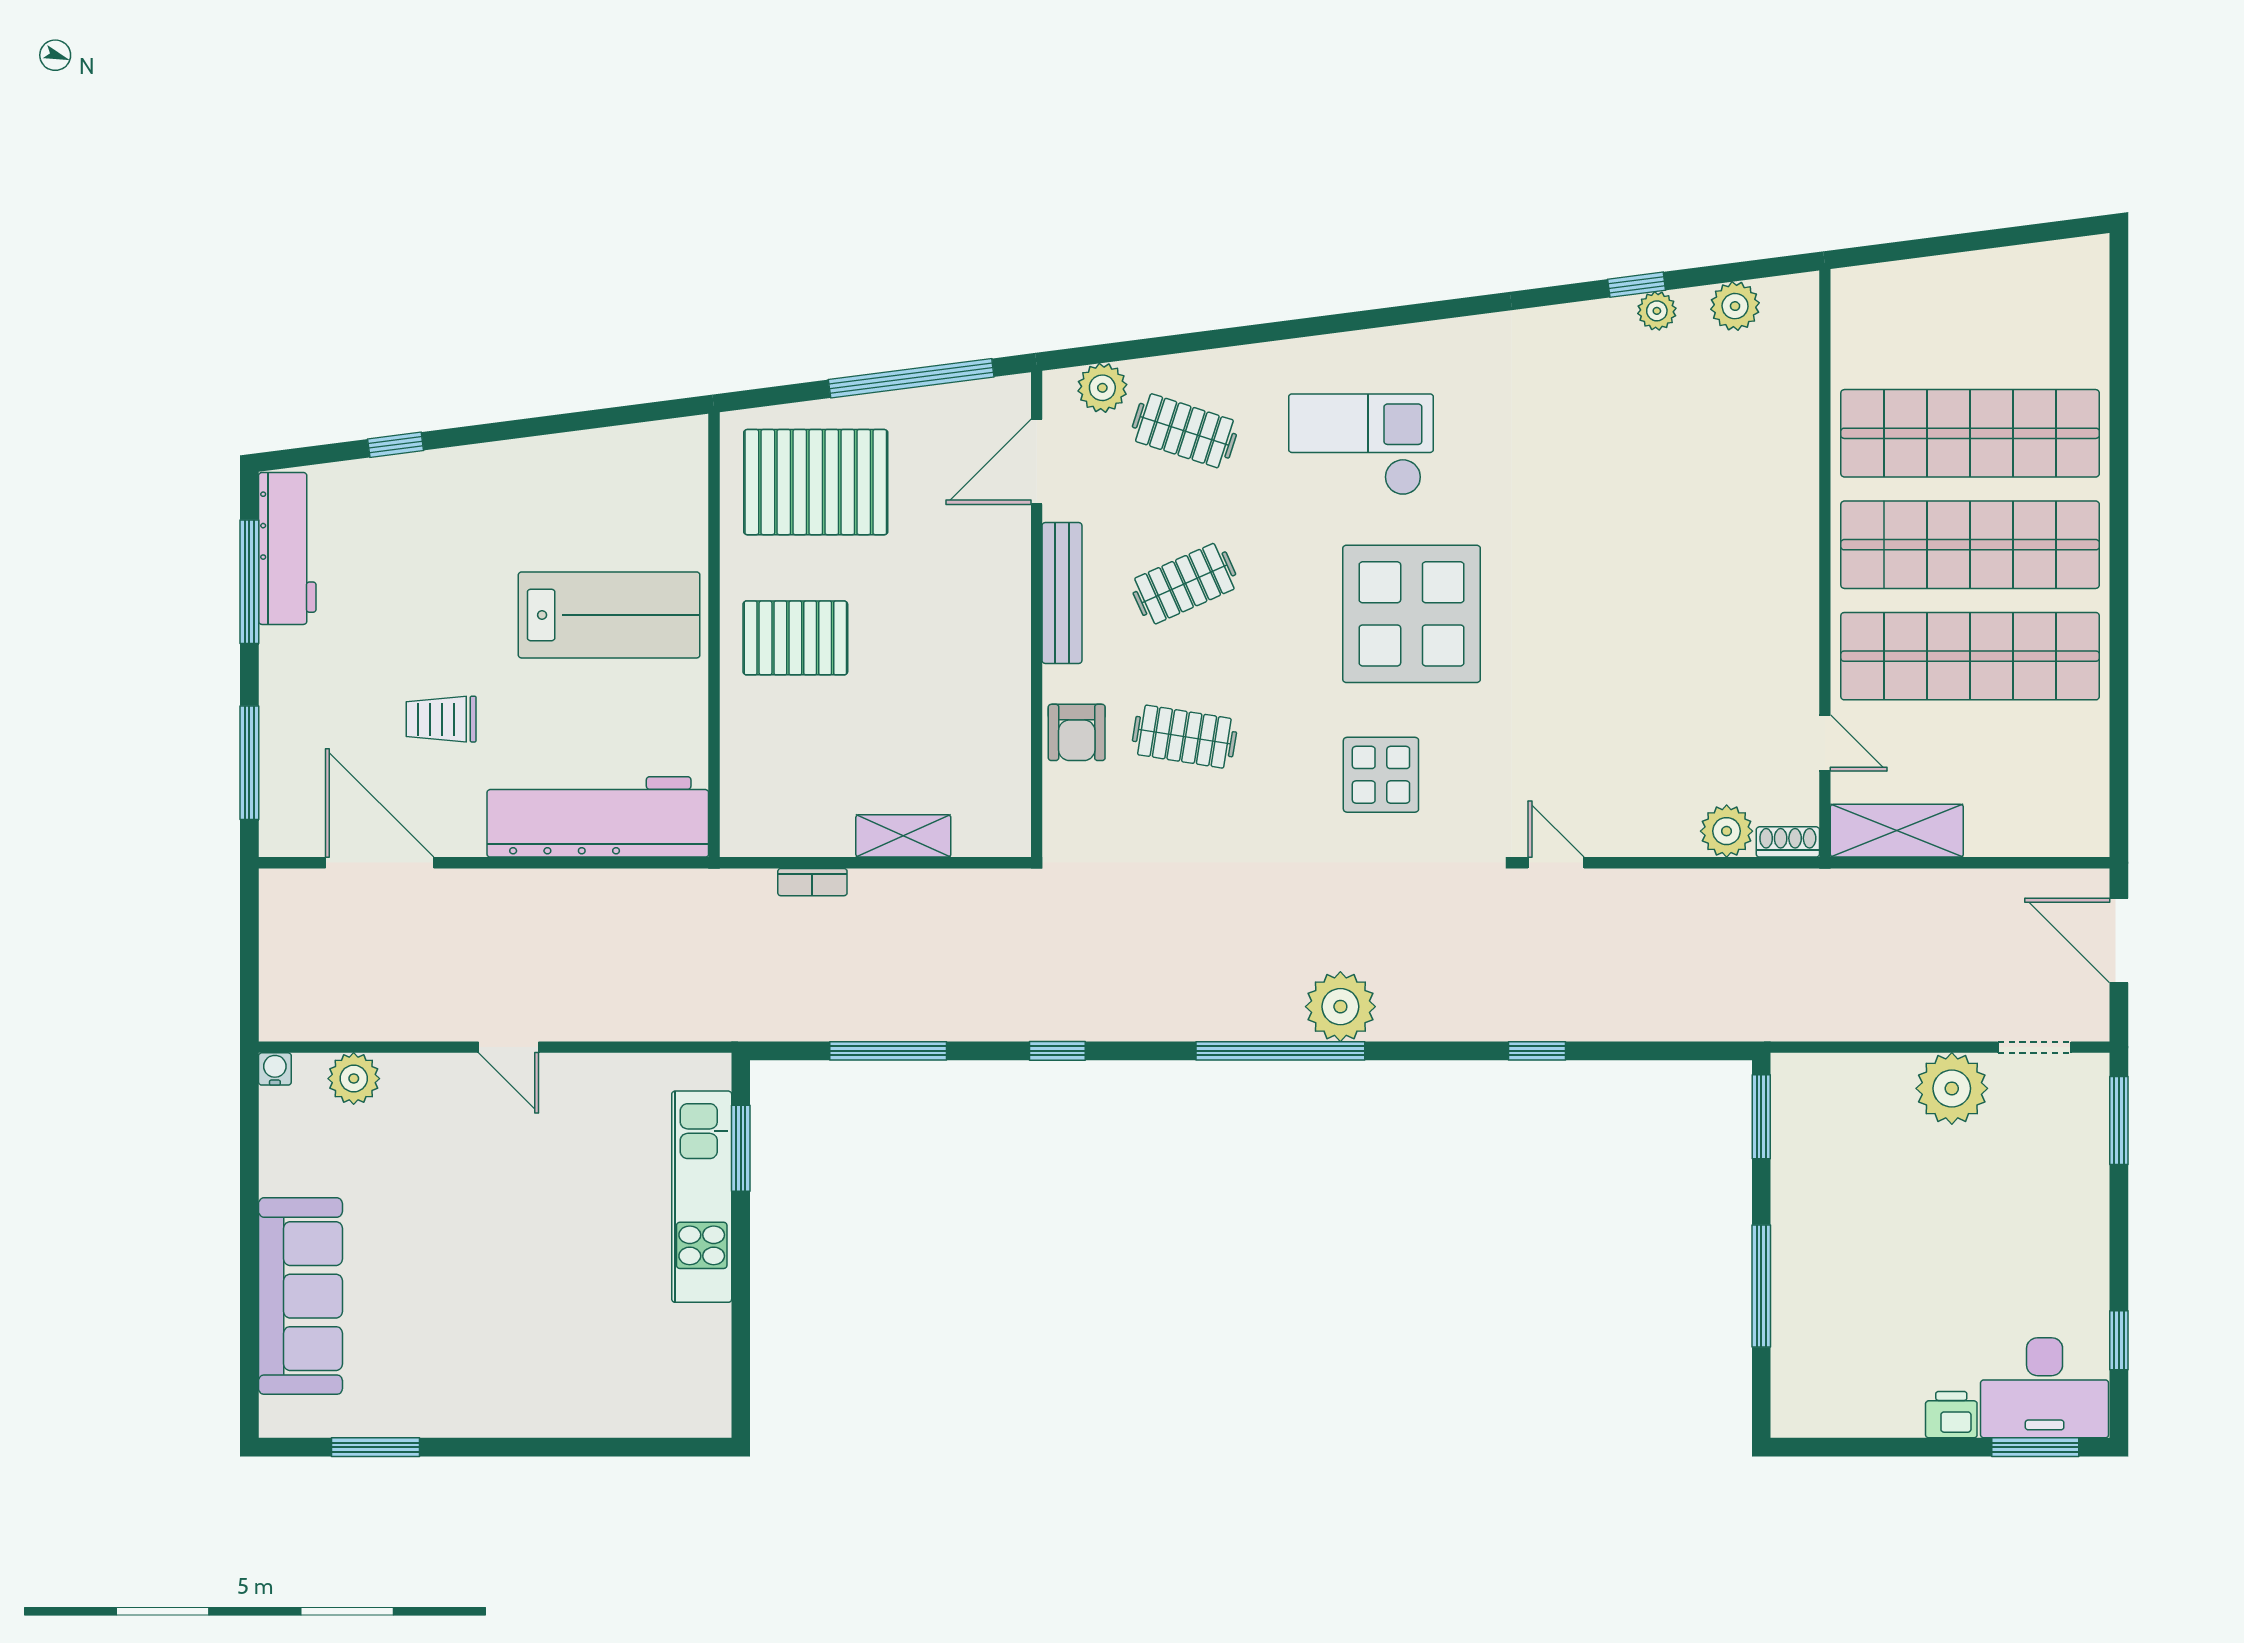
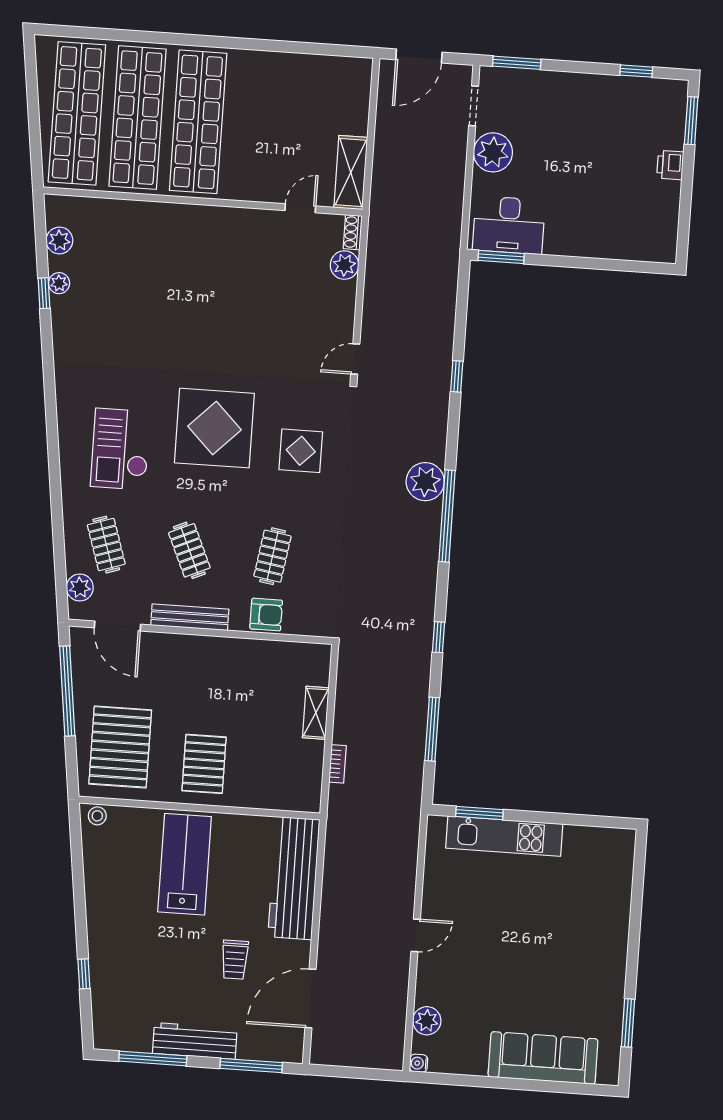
clothes rail: (1184, 431) -> (106, 545), turned -36
stool: (687, 449) -> (97, 816), added
workbench: (287, 548) -> (195, 1041), moved
shop shelf: (1970, 656) -> (77, 113), moved
window: (1761, 1286) -> (593, 263), removed
desk: (2045, 1388) -> (509, 225), moved, turned 90

